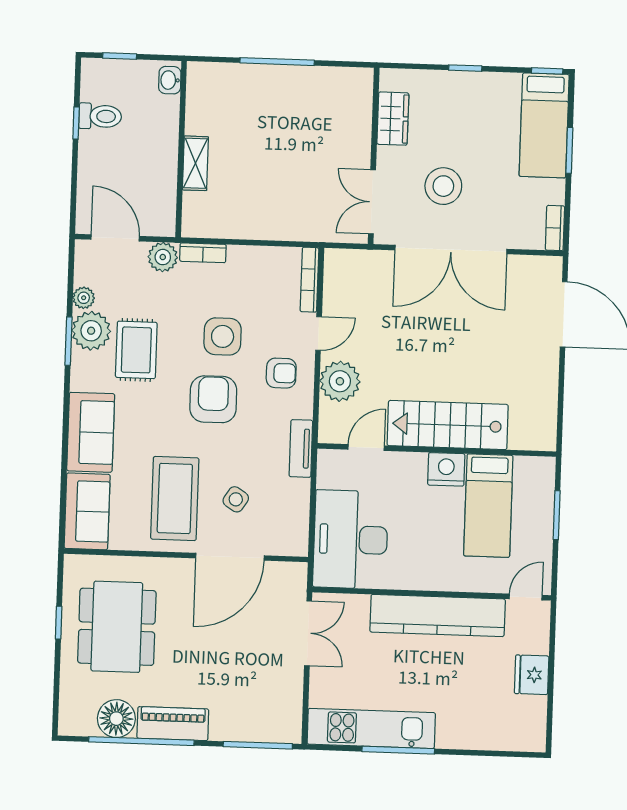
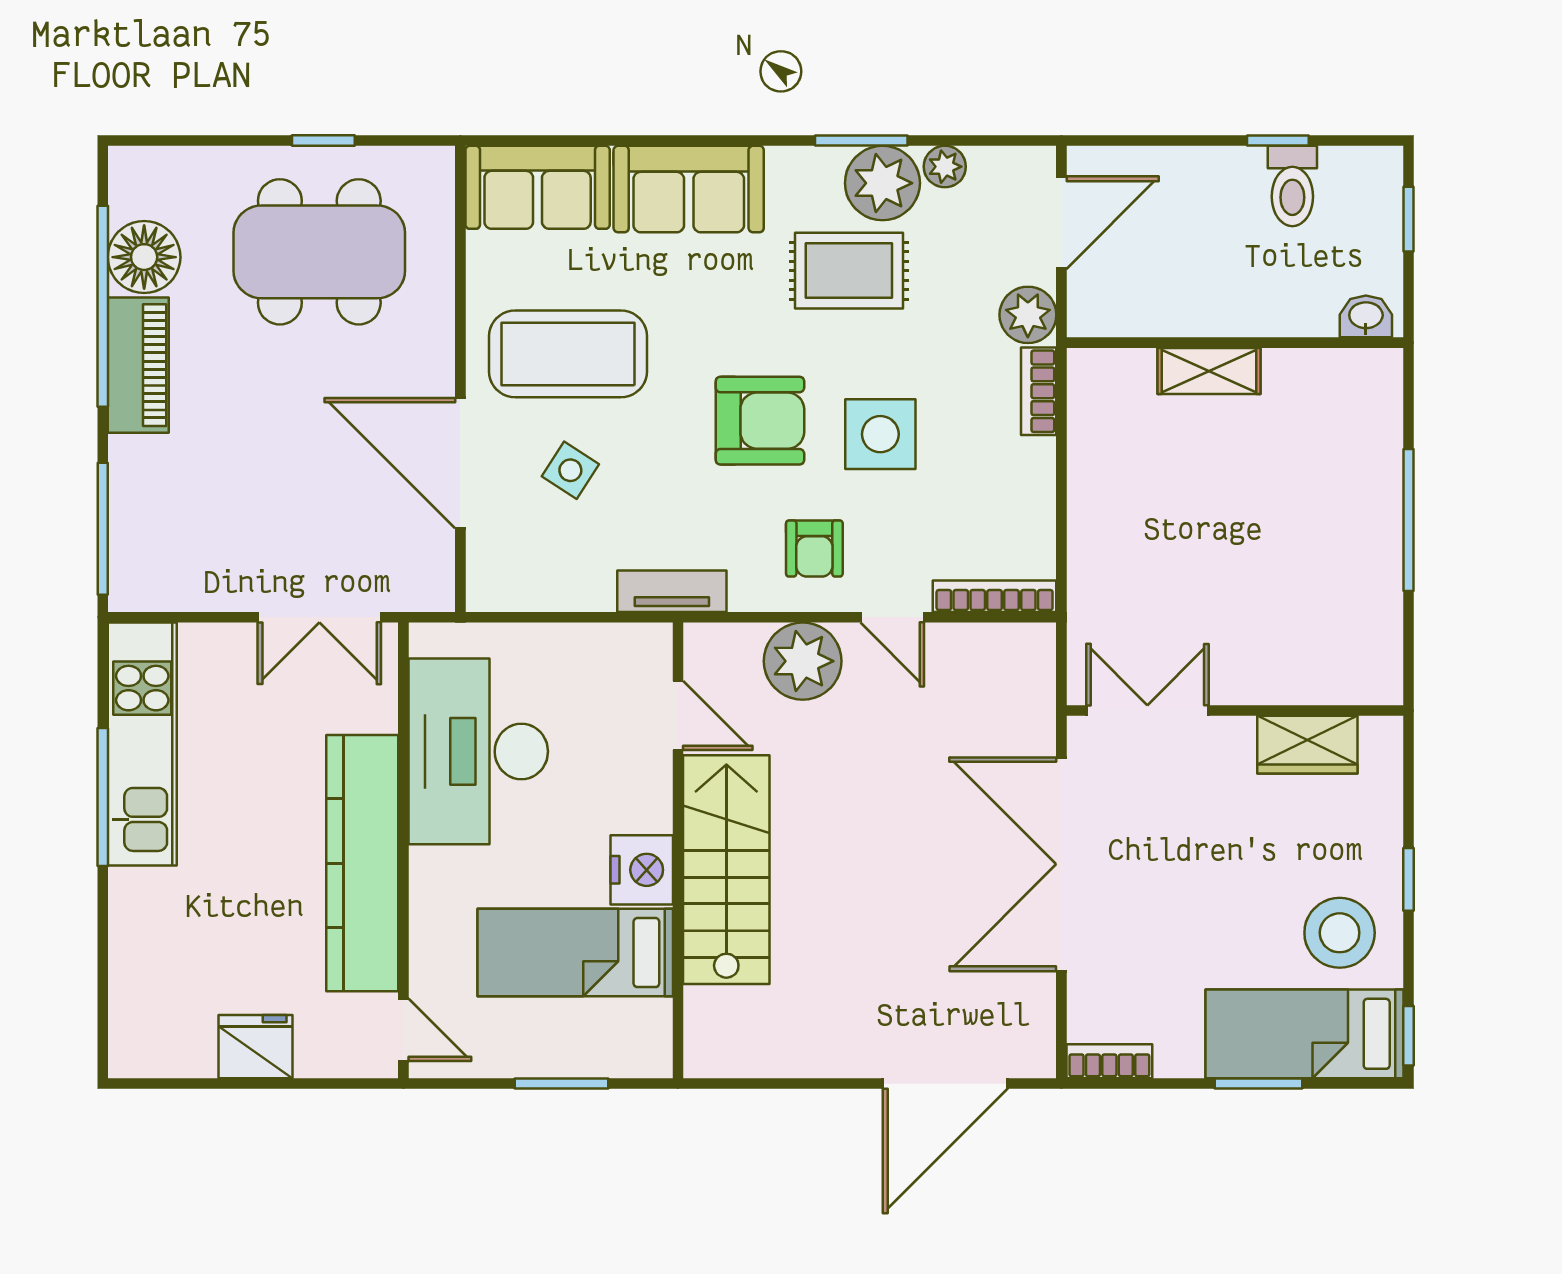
stool: (443, 186) -> (1340, 933), moved
desk: (351, 539) -> (478, 751), moved, turned -90

